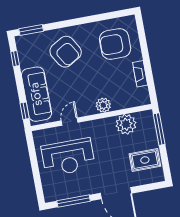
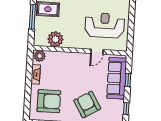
plant: (103, 105) -> (40, 56), moved
window: (25, 111) -> (128, 80), moved
window: (159, 129) -> (32, 17), moved

